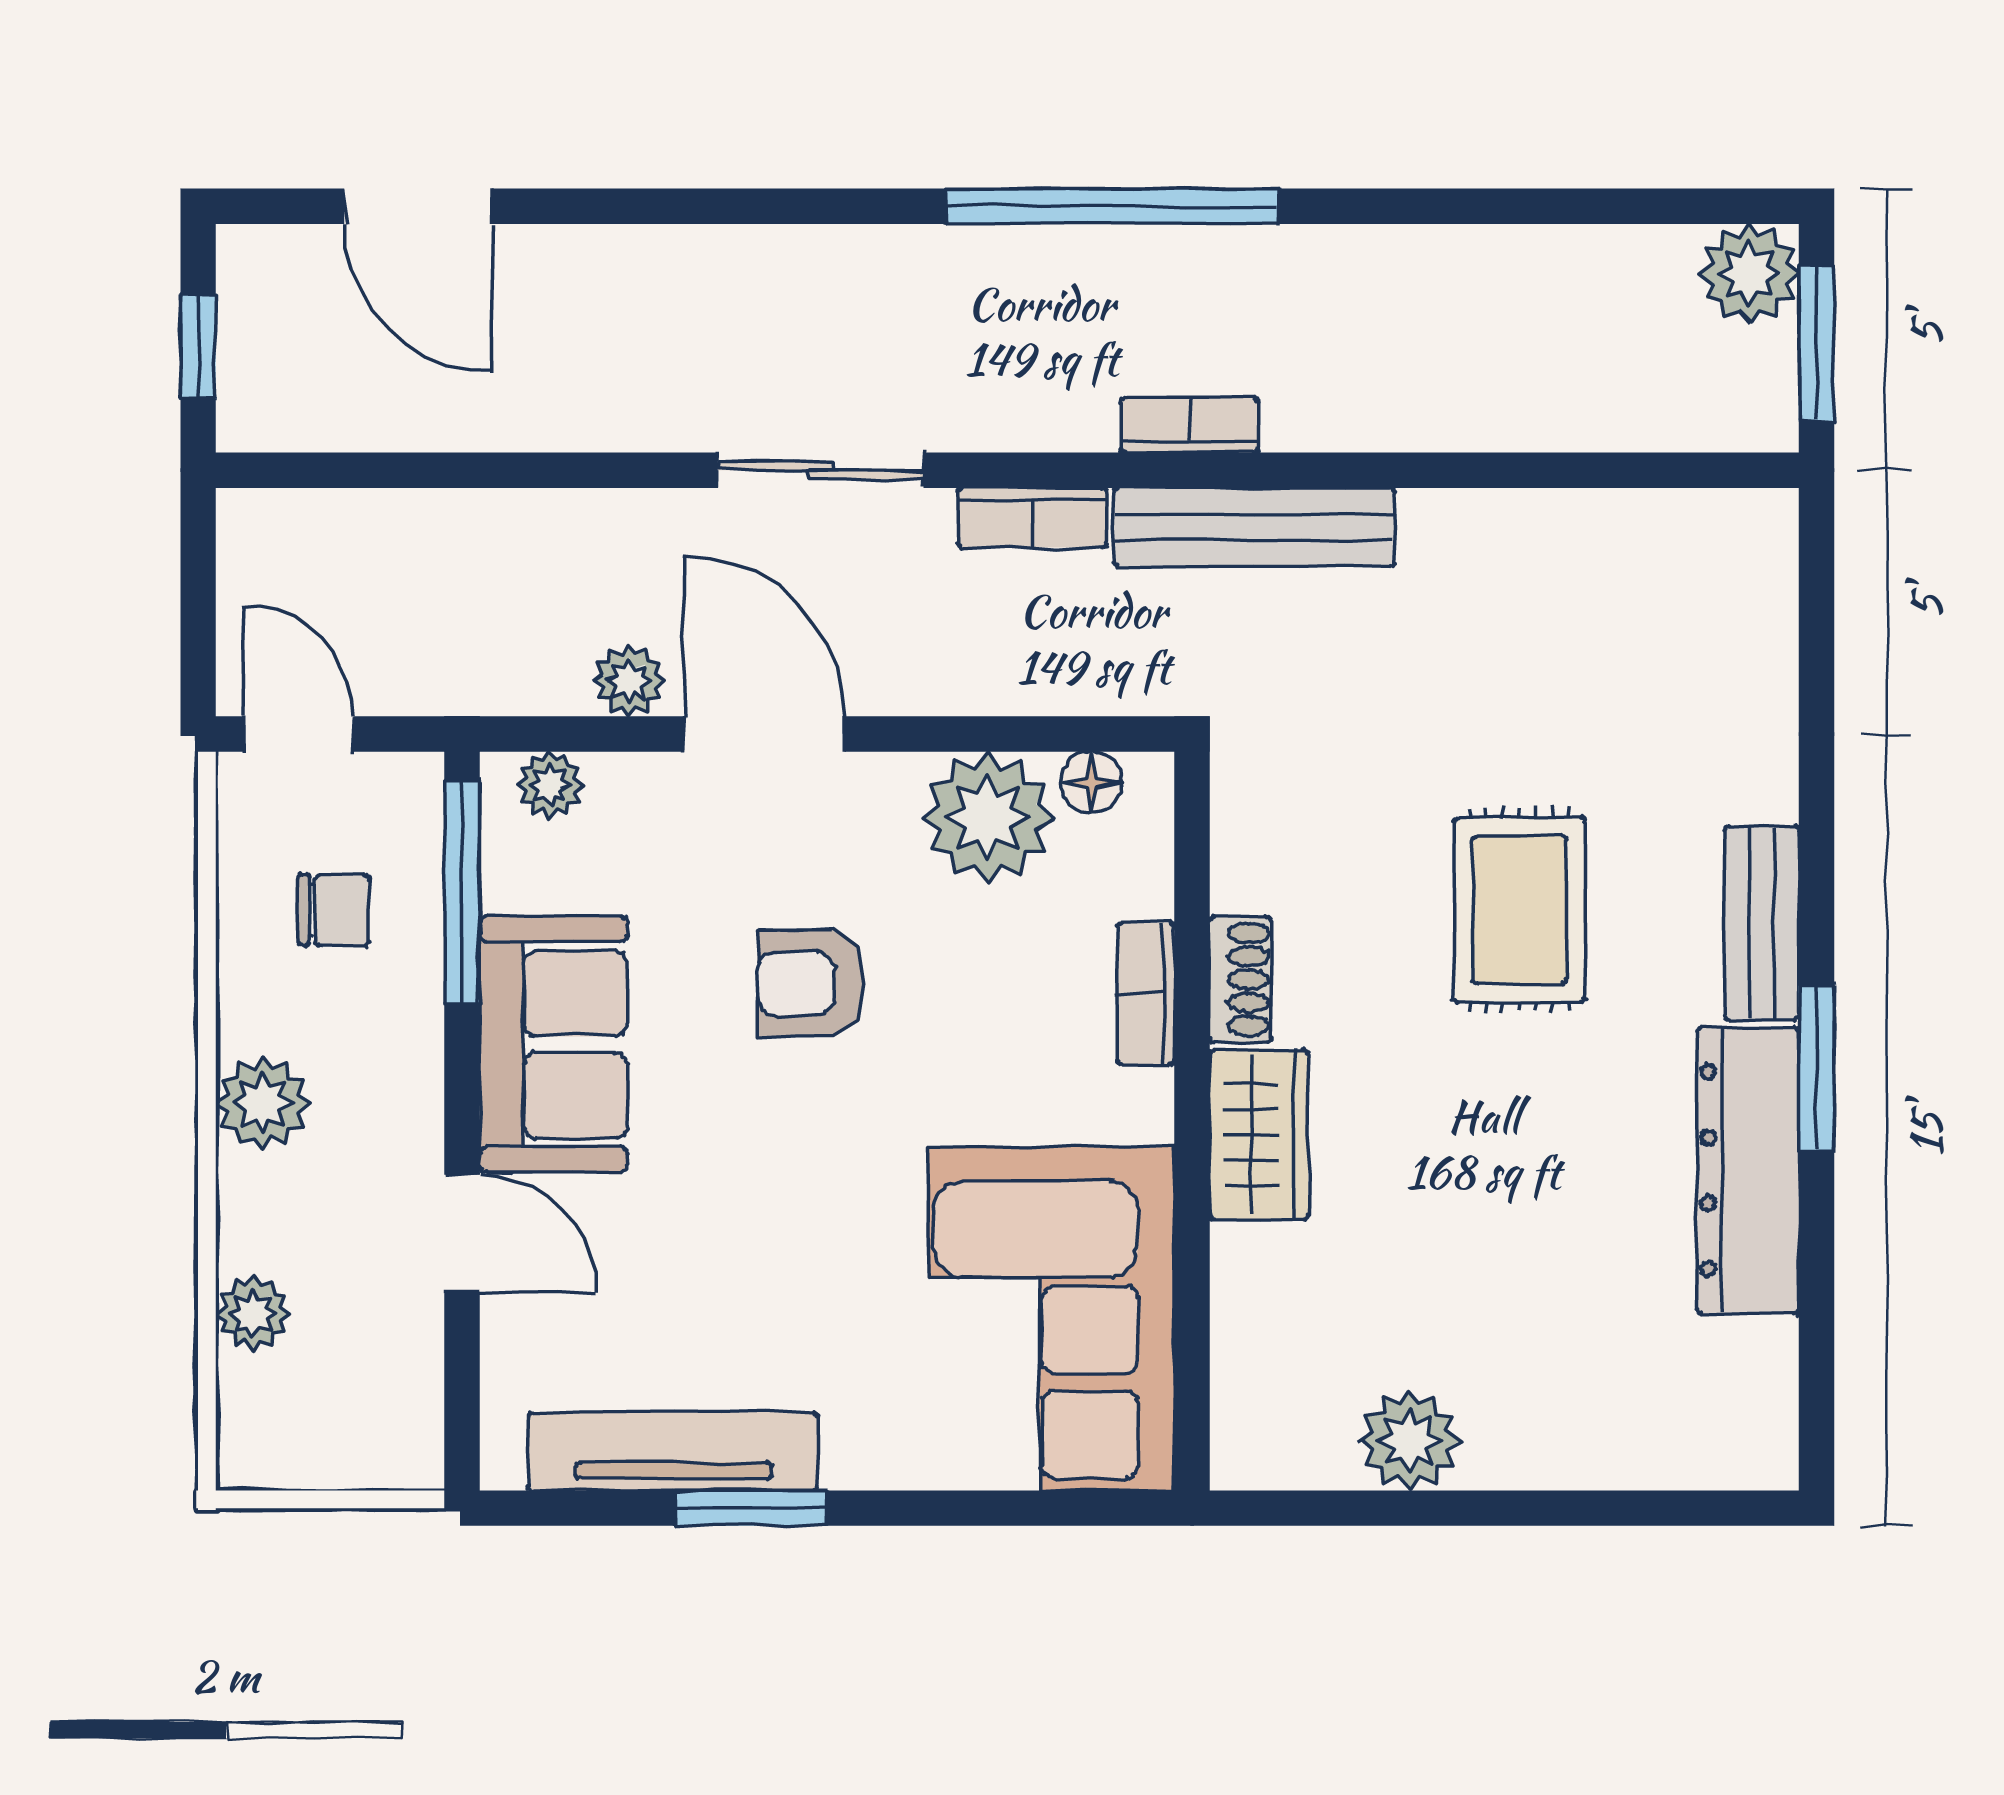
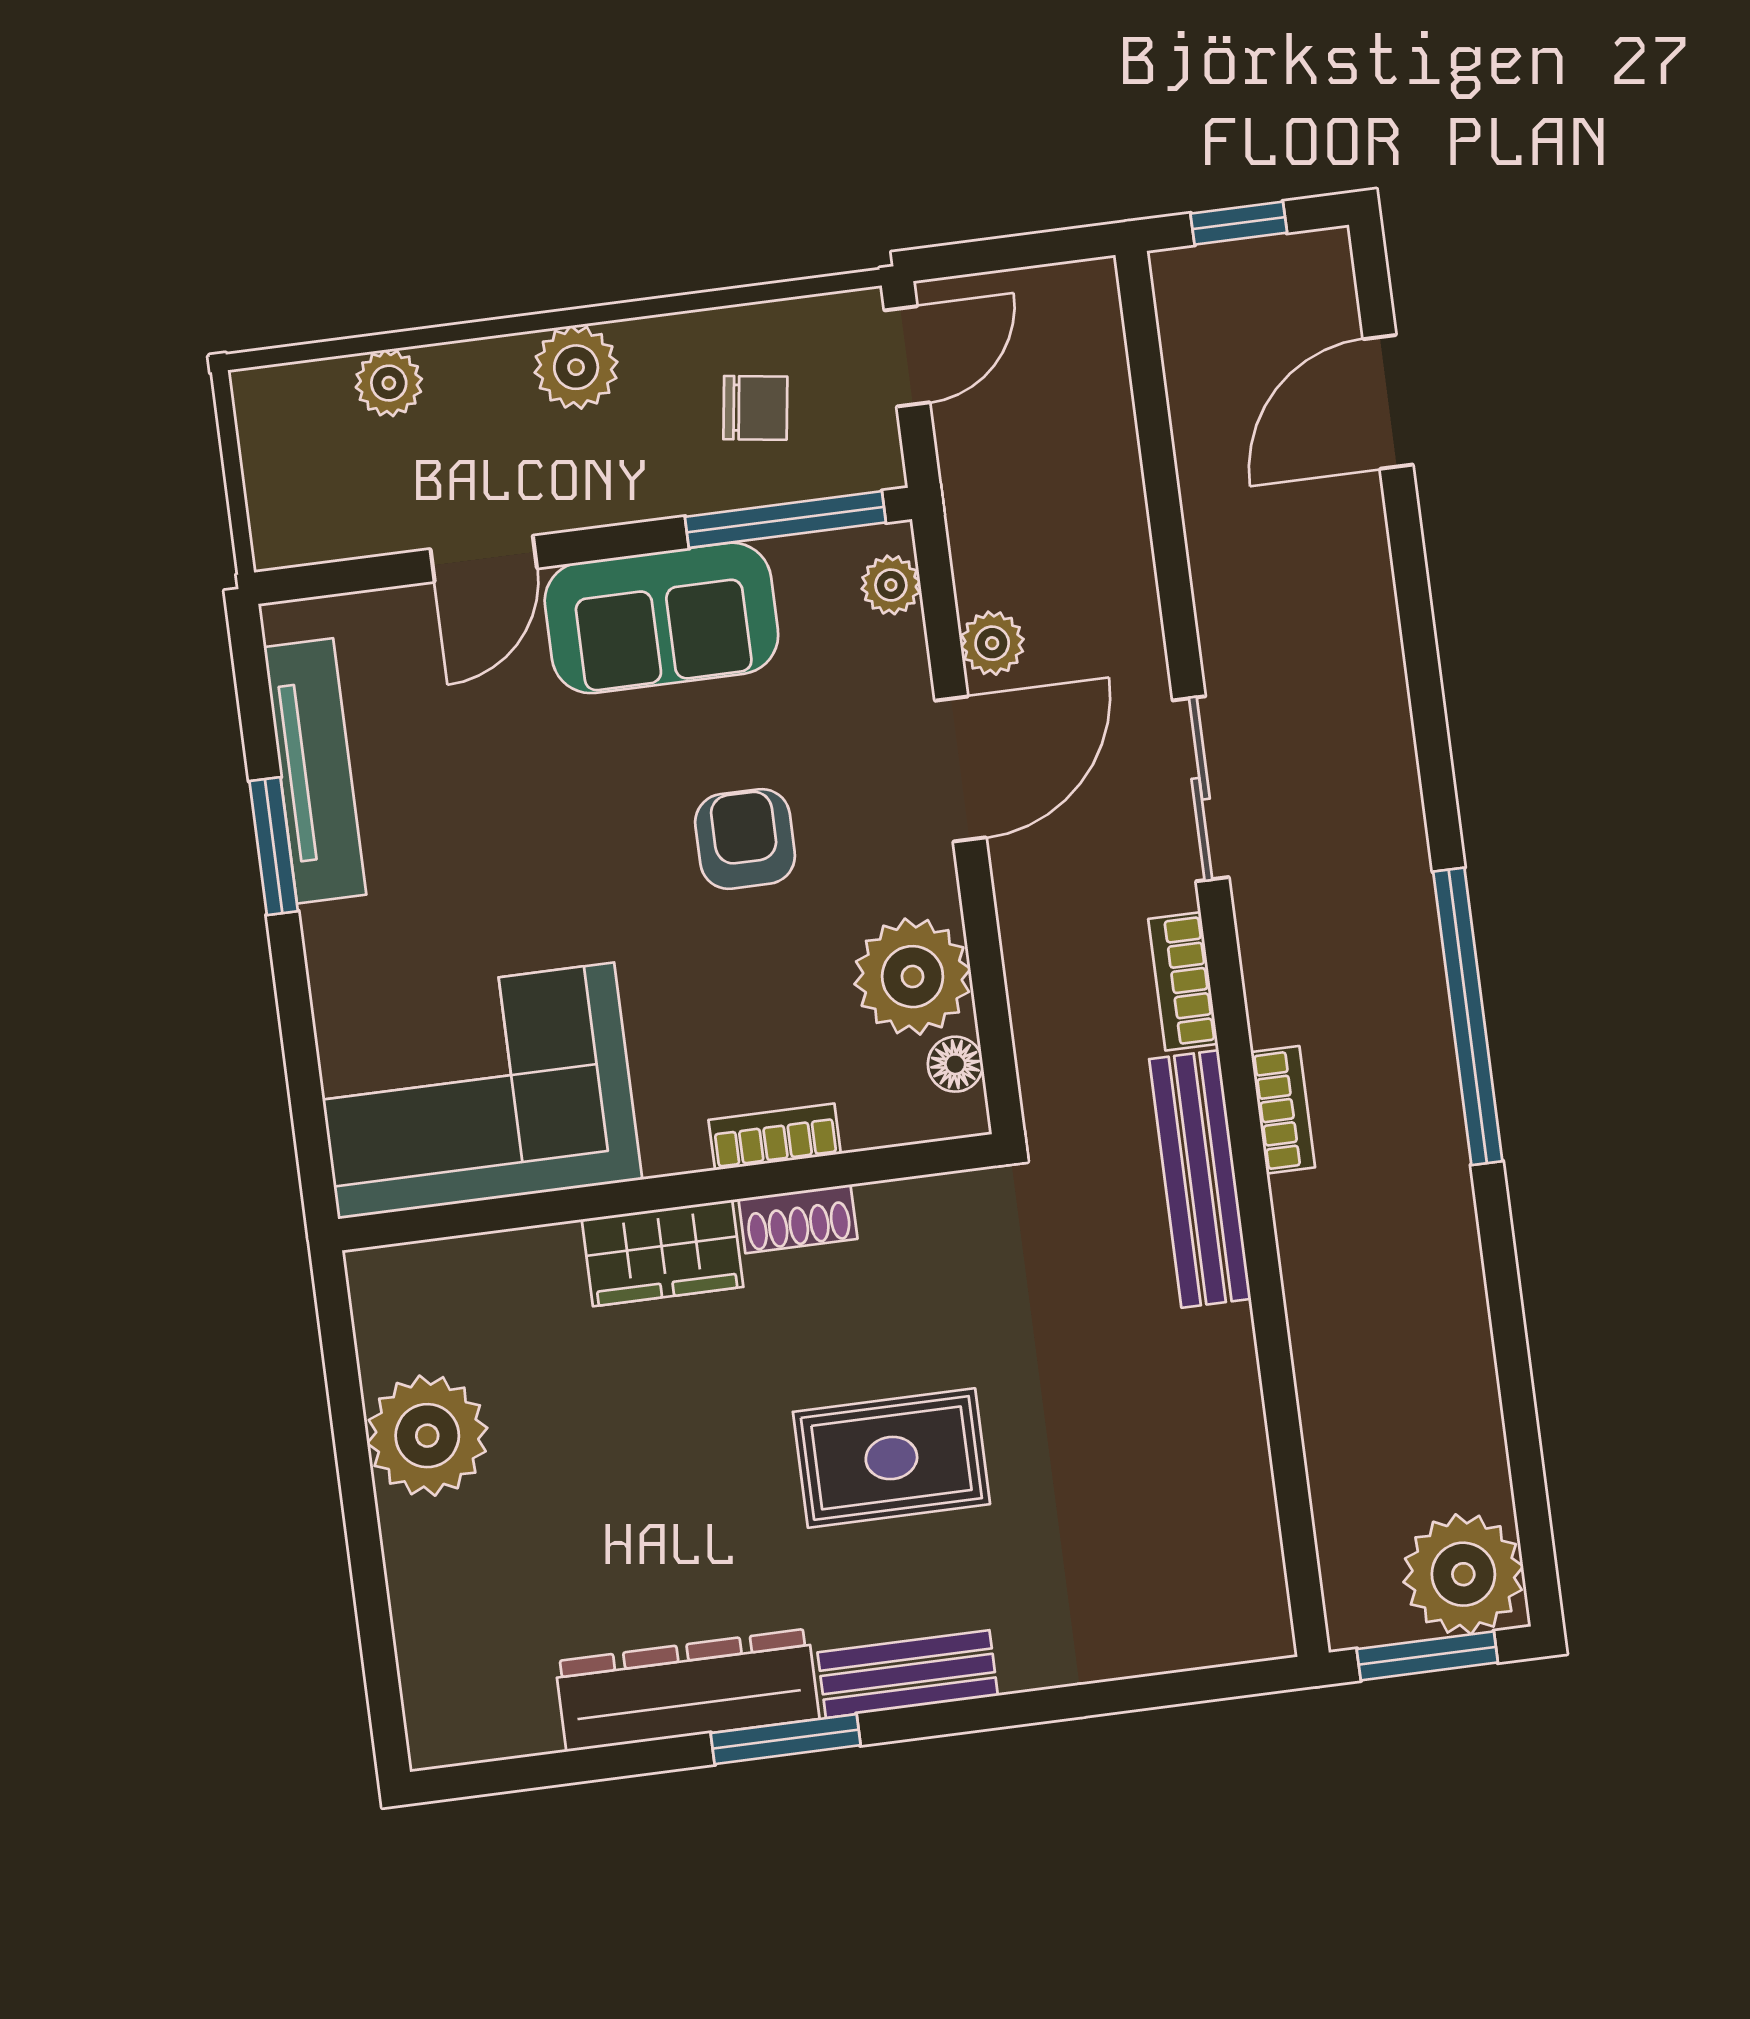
plant: (1749, 274) -> (1463, 1574), width x1.36, depth x1.36
chair: (334, 910) -> (755, 408), turned -82
plant: (1410, 1441) -> (427, 1436), width x1.36, depth x1.36

